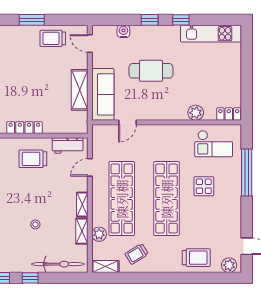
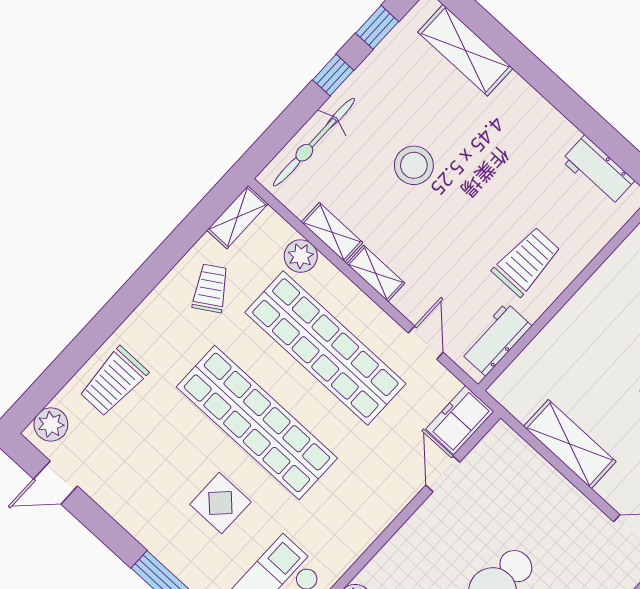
sofa: (103, 94) -> (527, 476), removed
locker: (24, 128) -> (591, 295), removed
freezer: (105, 133) -> (460, 420), added
stool: (35, 224) -> (414, 165), width x1.89, depth x1.89

